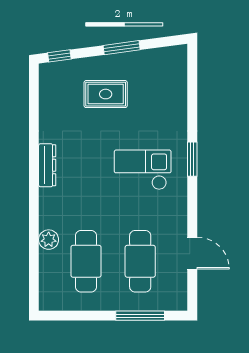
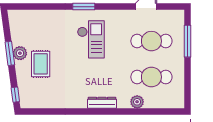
plant: (122, 63) -> (20, 53), added
dresser: (47, 165) -> (102, 103), moved
checkout: (143, 170) -> (91, 39), turned 180

